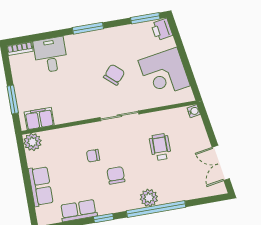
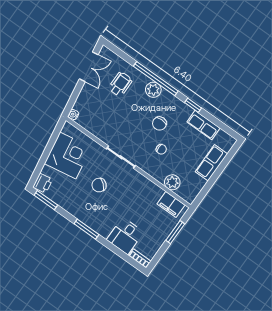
plant: (32, 142) -> (172, 182), moved
wheelchair: (160, 147) -> (120, 84), moved, turned 180

